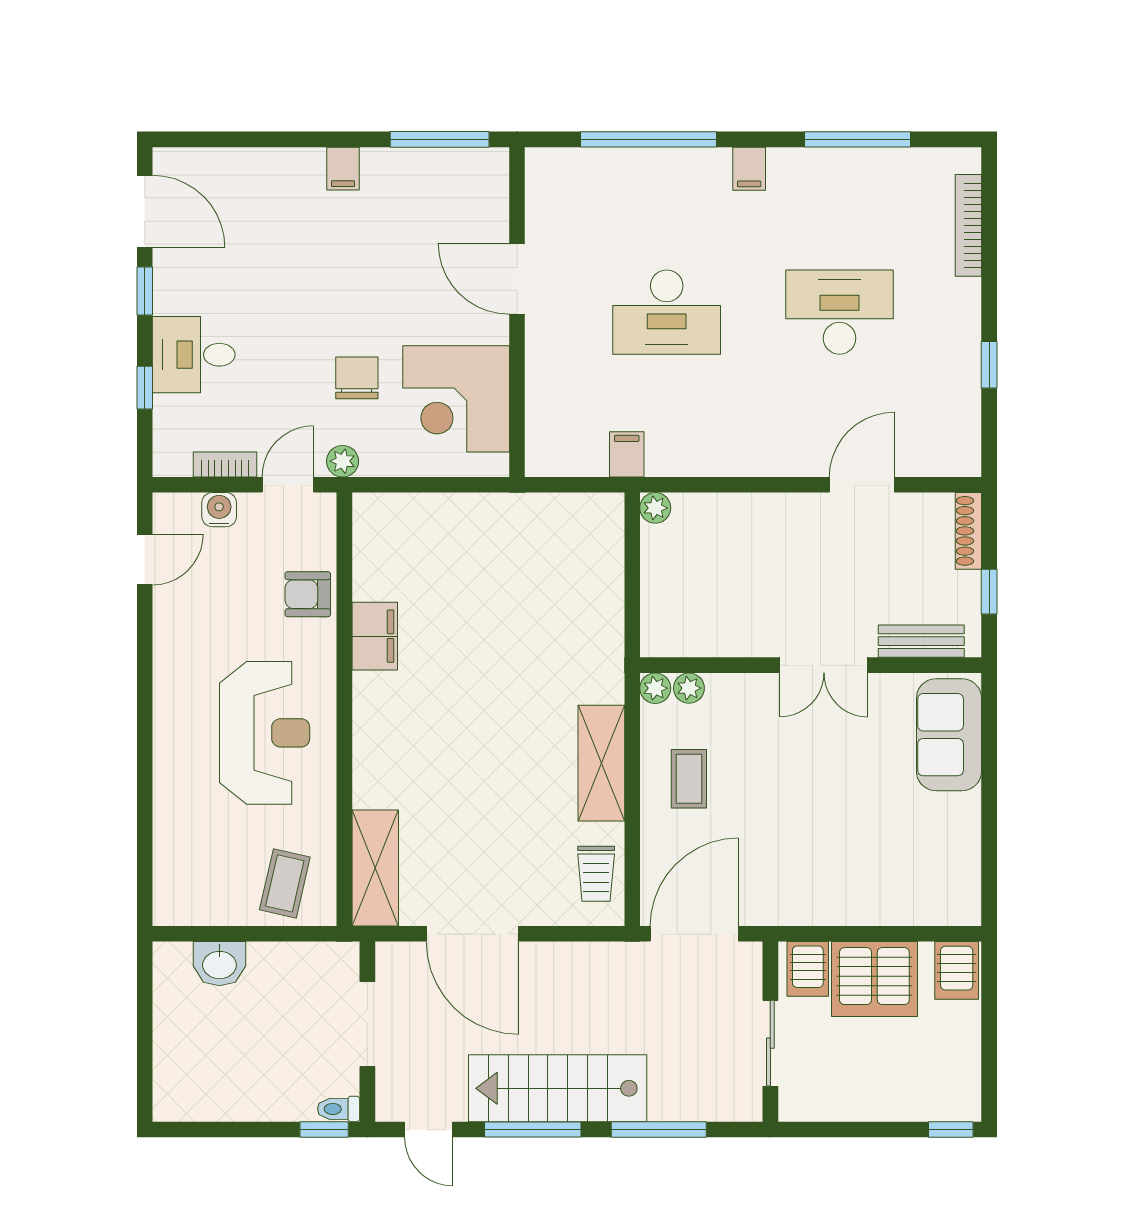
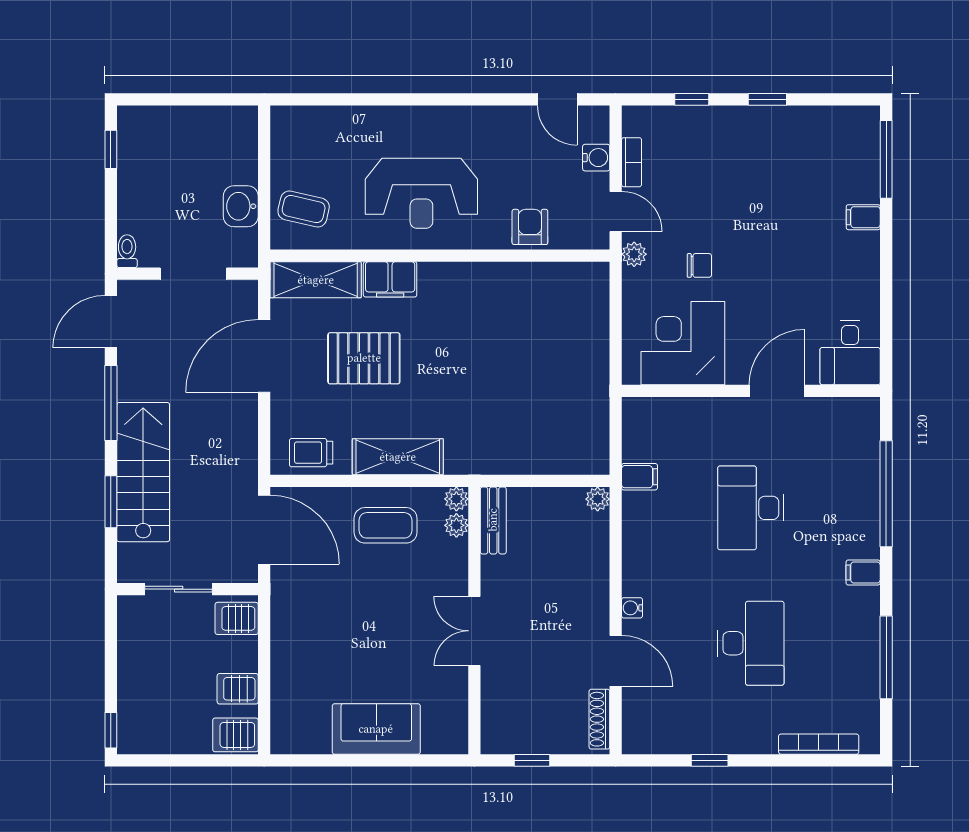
window: (440, 139) -> (886, 159), moved
filing cabinet: (343, 169) -> (863, 217), moved
door: (145, 211) -> (830, 99), removed
desk: (194, 355) -> (850, 352), moved, turned 180
chair: (357, 378) -> (699, 265), width x0.73, depth x0.73
water cooler: (794, 464) -> (632, 608), added
shoe rack: (968, 531) -> (599, 719), moved, turned -90
filing cabinet: (375, 636) -> (390, 279), moved
bench: (921, 641) -> (493, 520), moved
sofa: (949, 735) -> (376, 729), moved
coffee table: (689, 779) -> (386, 525), width x1.36, depth x1.30
pallet: (476, 806) -> (364, 358), added
washbasin: (219, 964) -> (241, 206), moved
server rack: (874, 979) -> (238, 689), width x0.46, depth x0.70
stairs: (558, 1088) -> (143, 472), moved
window: (324, 1130) -> (111, 149), moved
door: (429, 1130) -> (111, 322), width x1.38
window: (659, 1130) -> (111, 502), width x0.69

